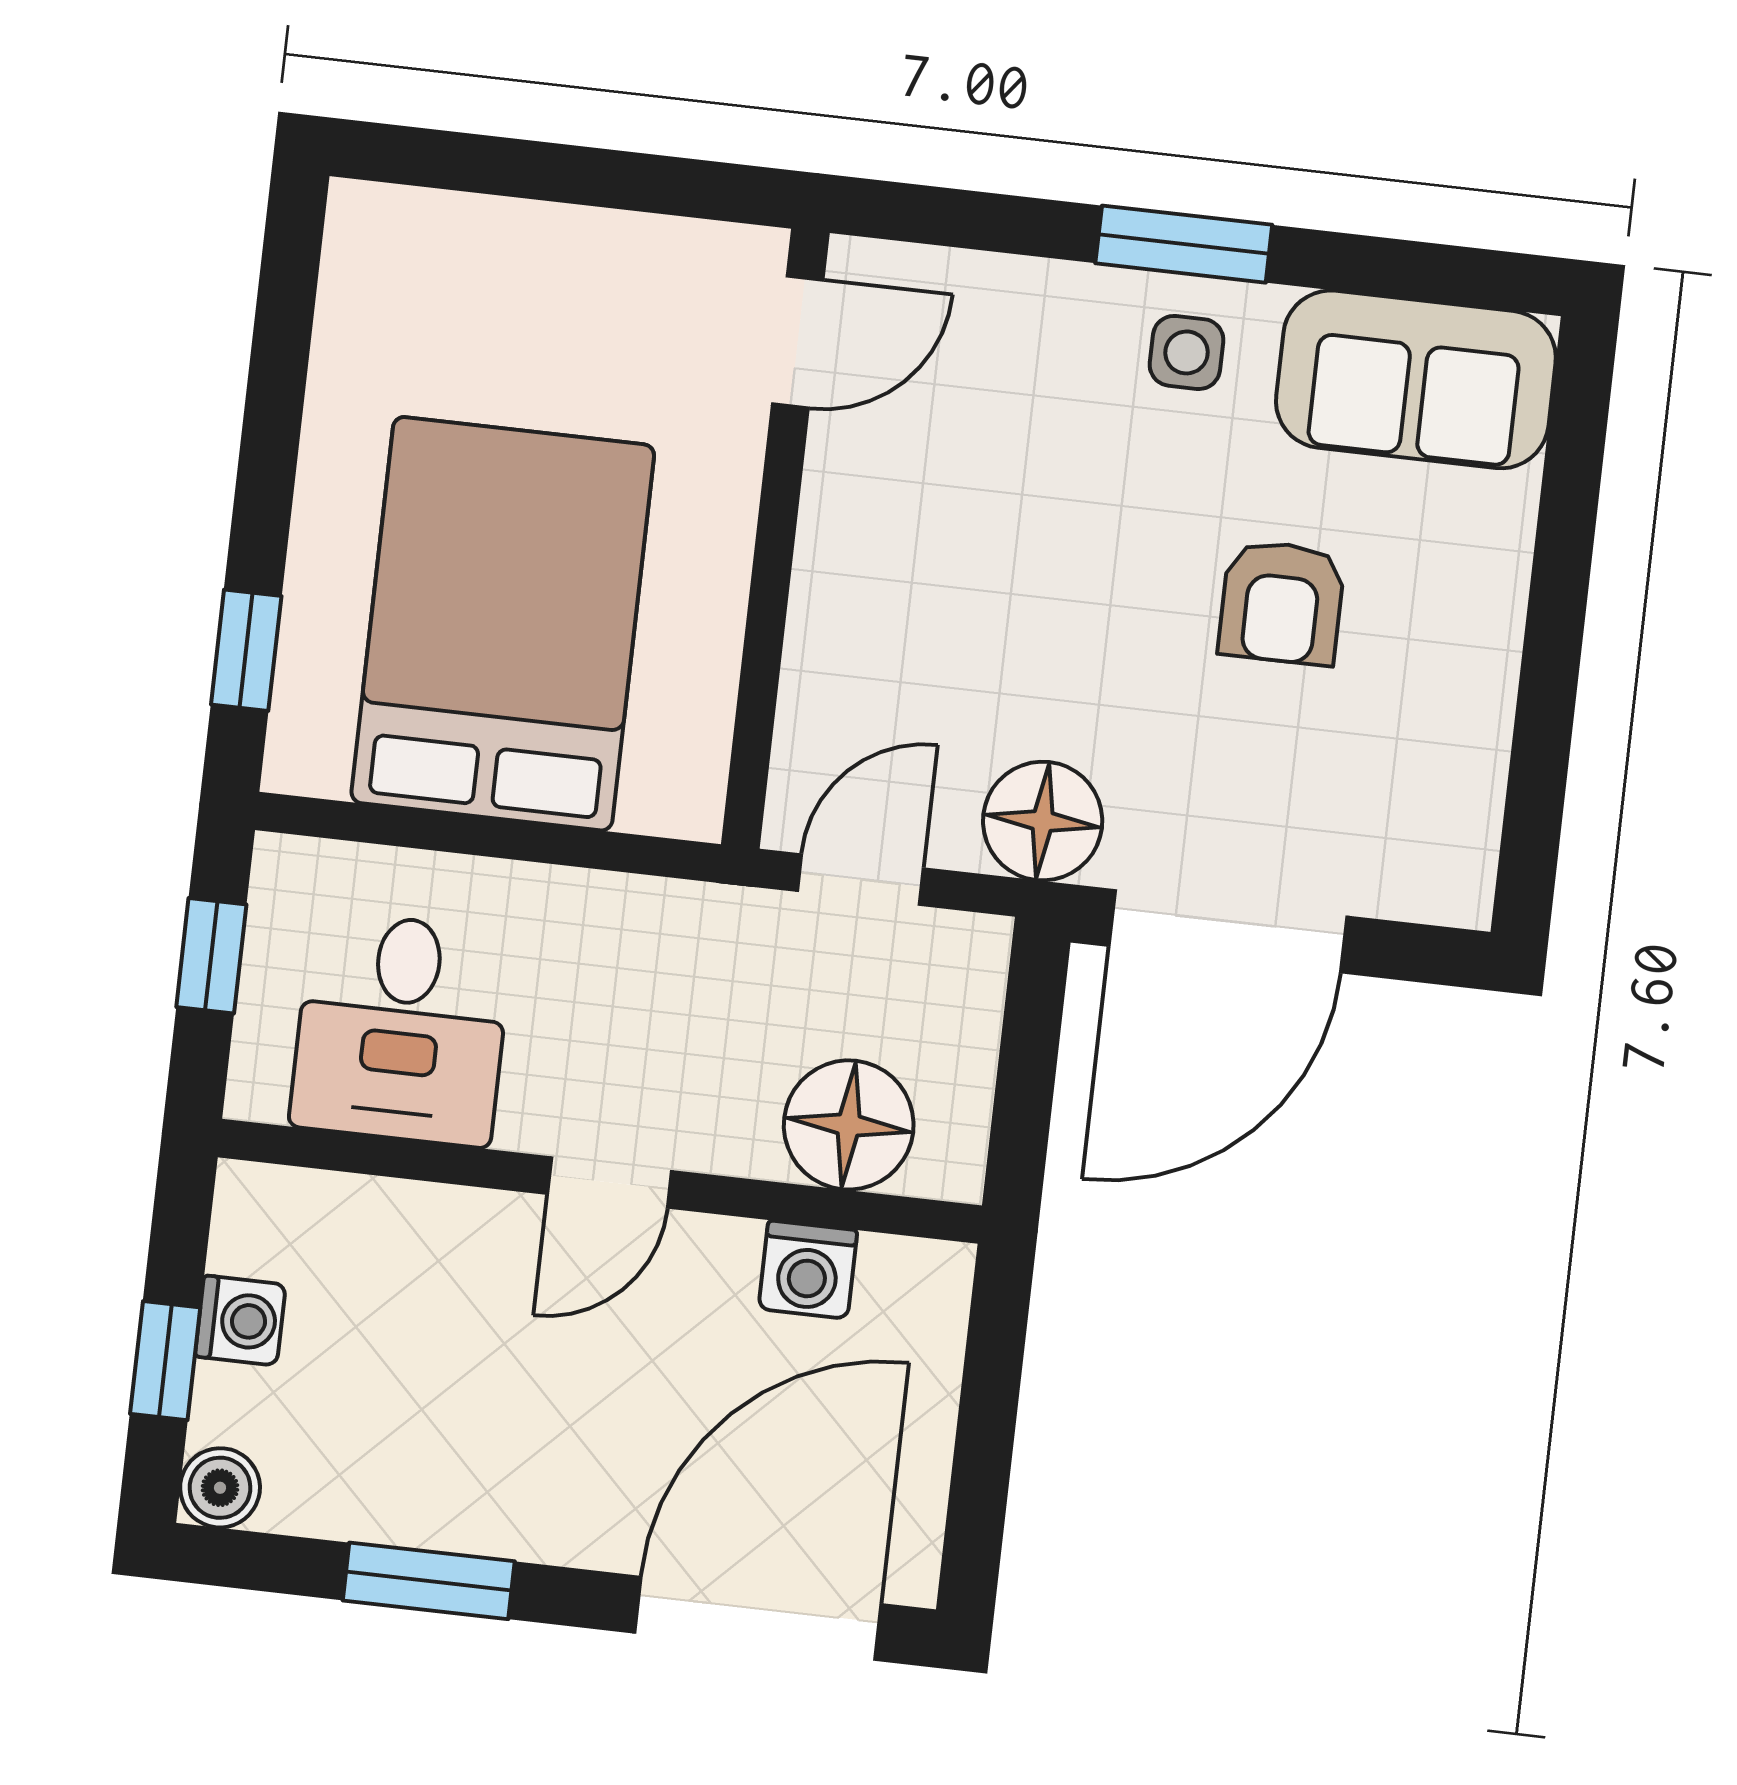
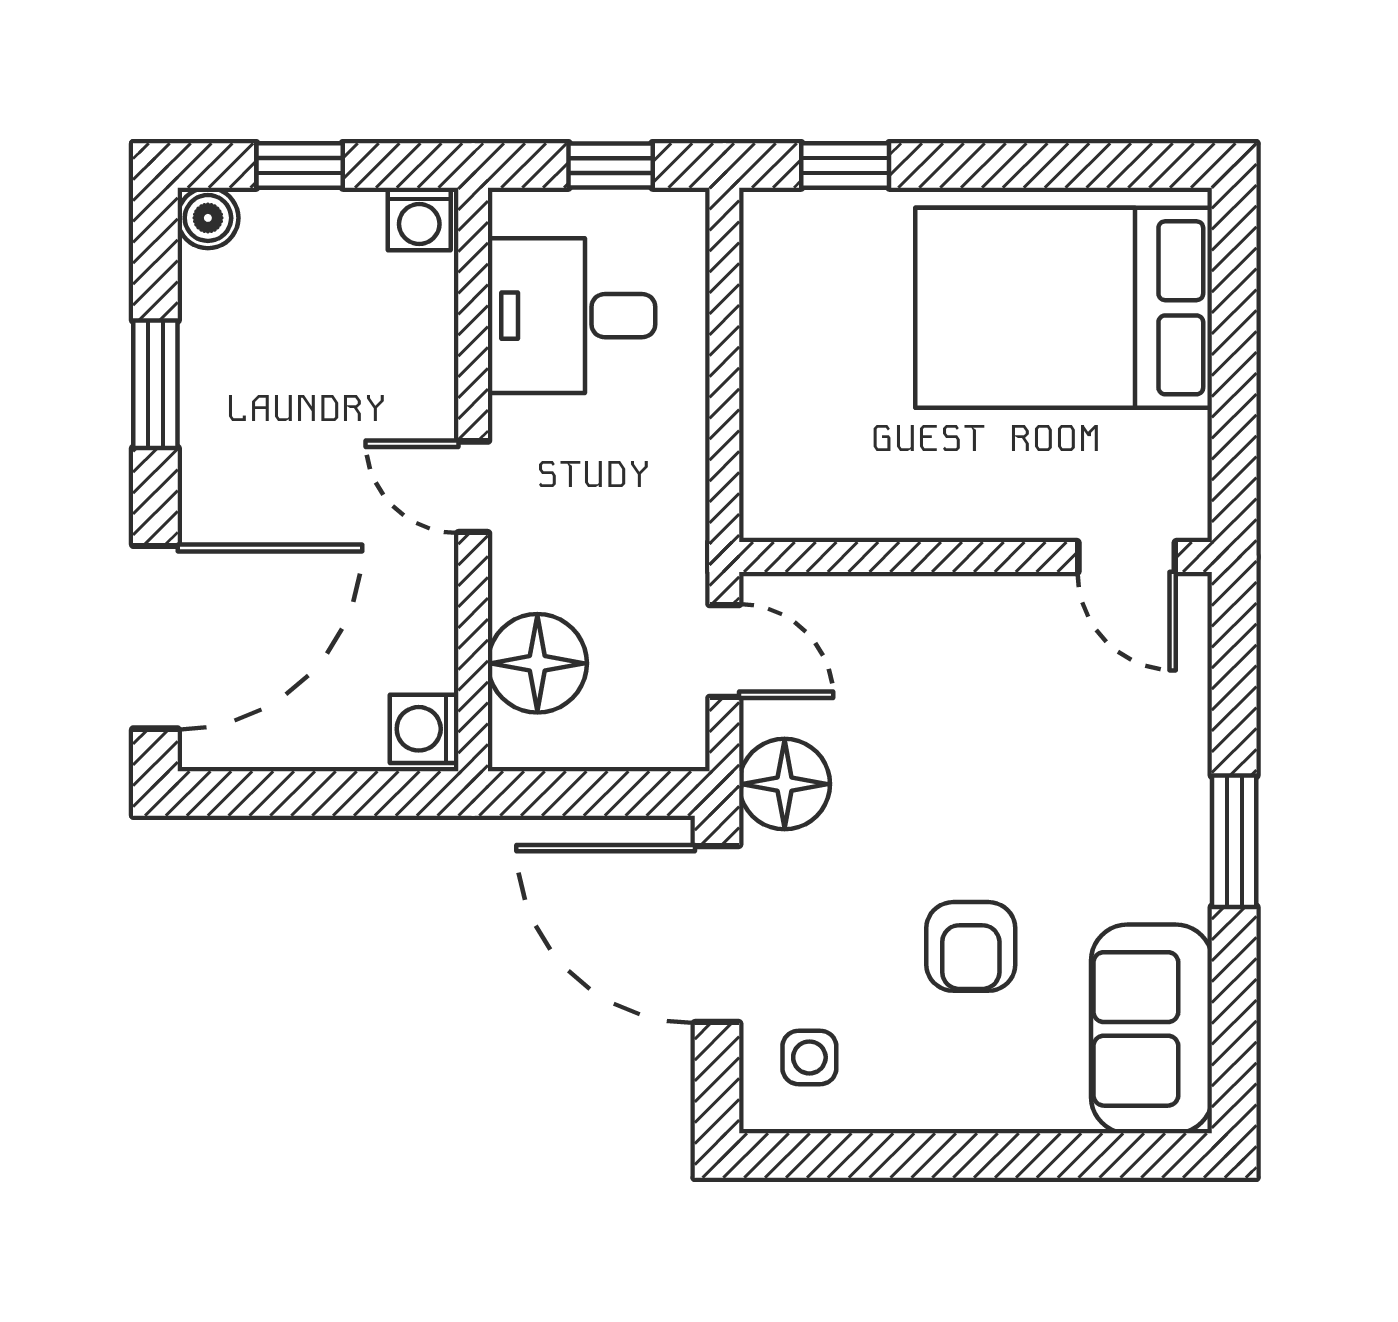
side table: (1186, 352) -> (809, 1057), moved
armchair: (1282, 603) -> (971, 946), turned -90
bed: (503, 624) -> (1064, 308), moved, turned 180
washing machine: (808, 1270) -> (424, 729), moved
washing machine: (240, 1320) -> (419, 219), moved
door: (758, 1618) -> (155, 637), hinge flipped

